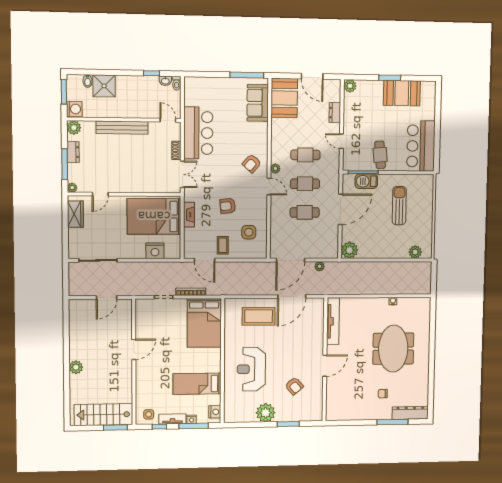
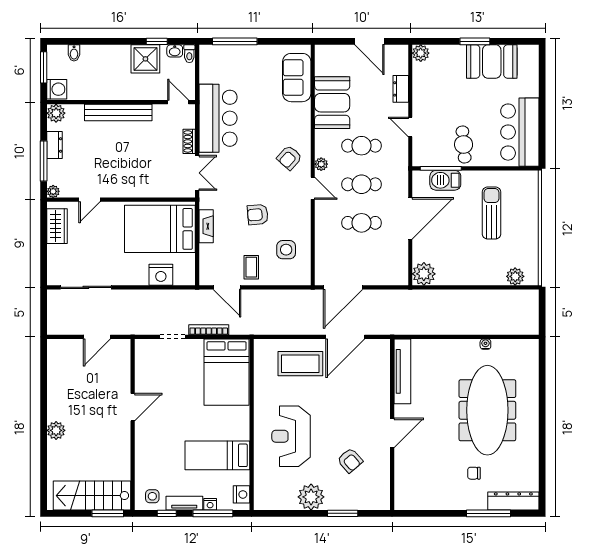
window: (247, 75) -> (235, 41), moved
shower: (104, 86) -> (145, 59), moved
booth: (284, 98) -> (332, 103), moved
plant: (320, 266) -> (383, 296), removed
meeting table: (393, 349) -> (487, 410), width x1.36

